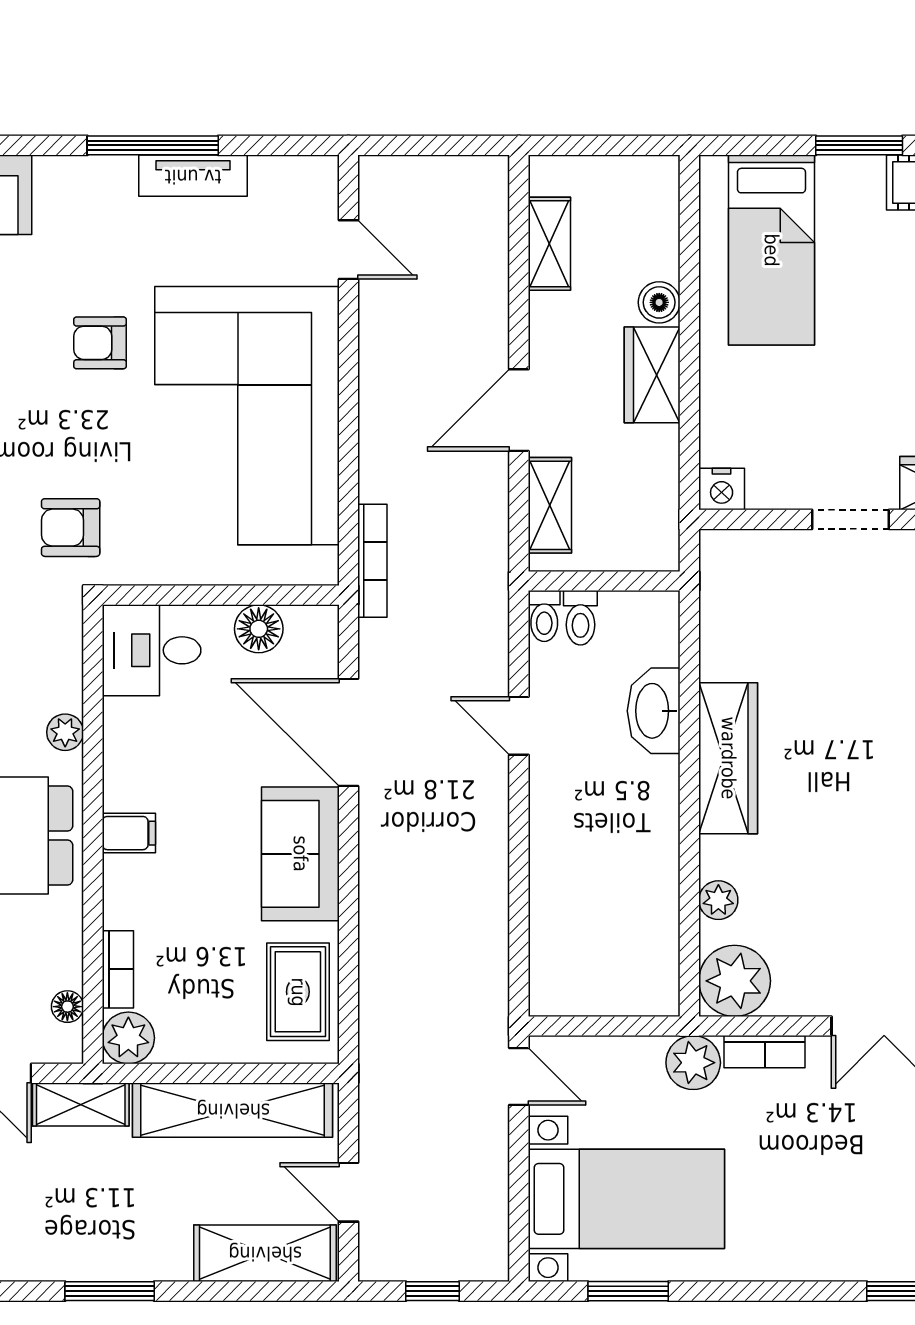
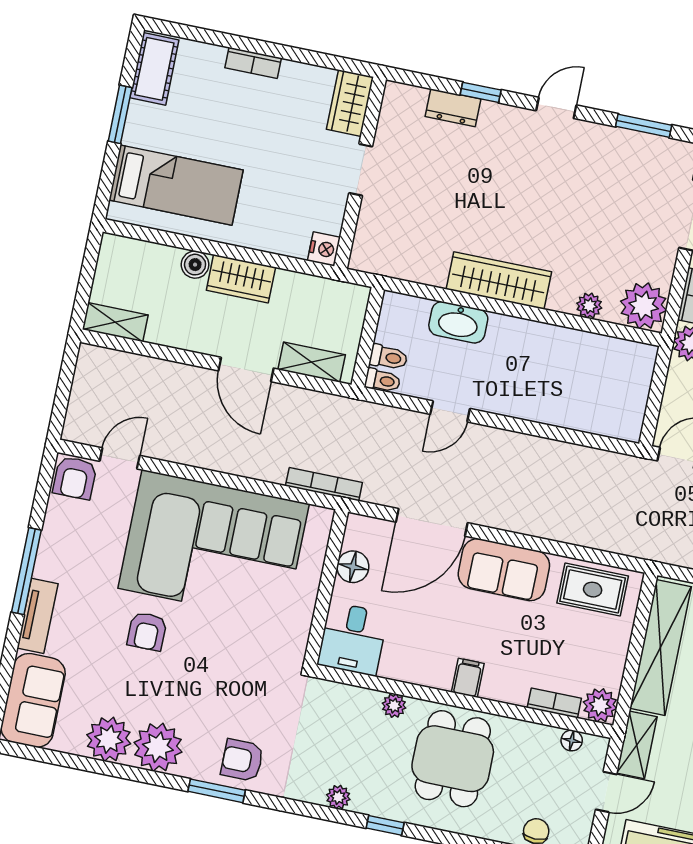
tv unit: (193, 176) -> (38, 616), moved
shelving: (549, 244) -> (115, 322), moved
armchair: (71, 528) -> (75, 478), moved

